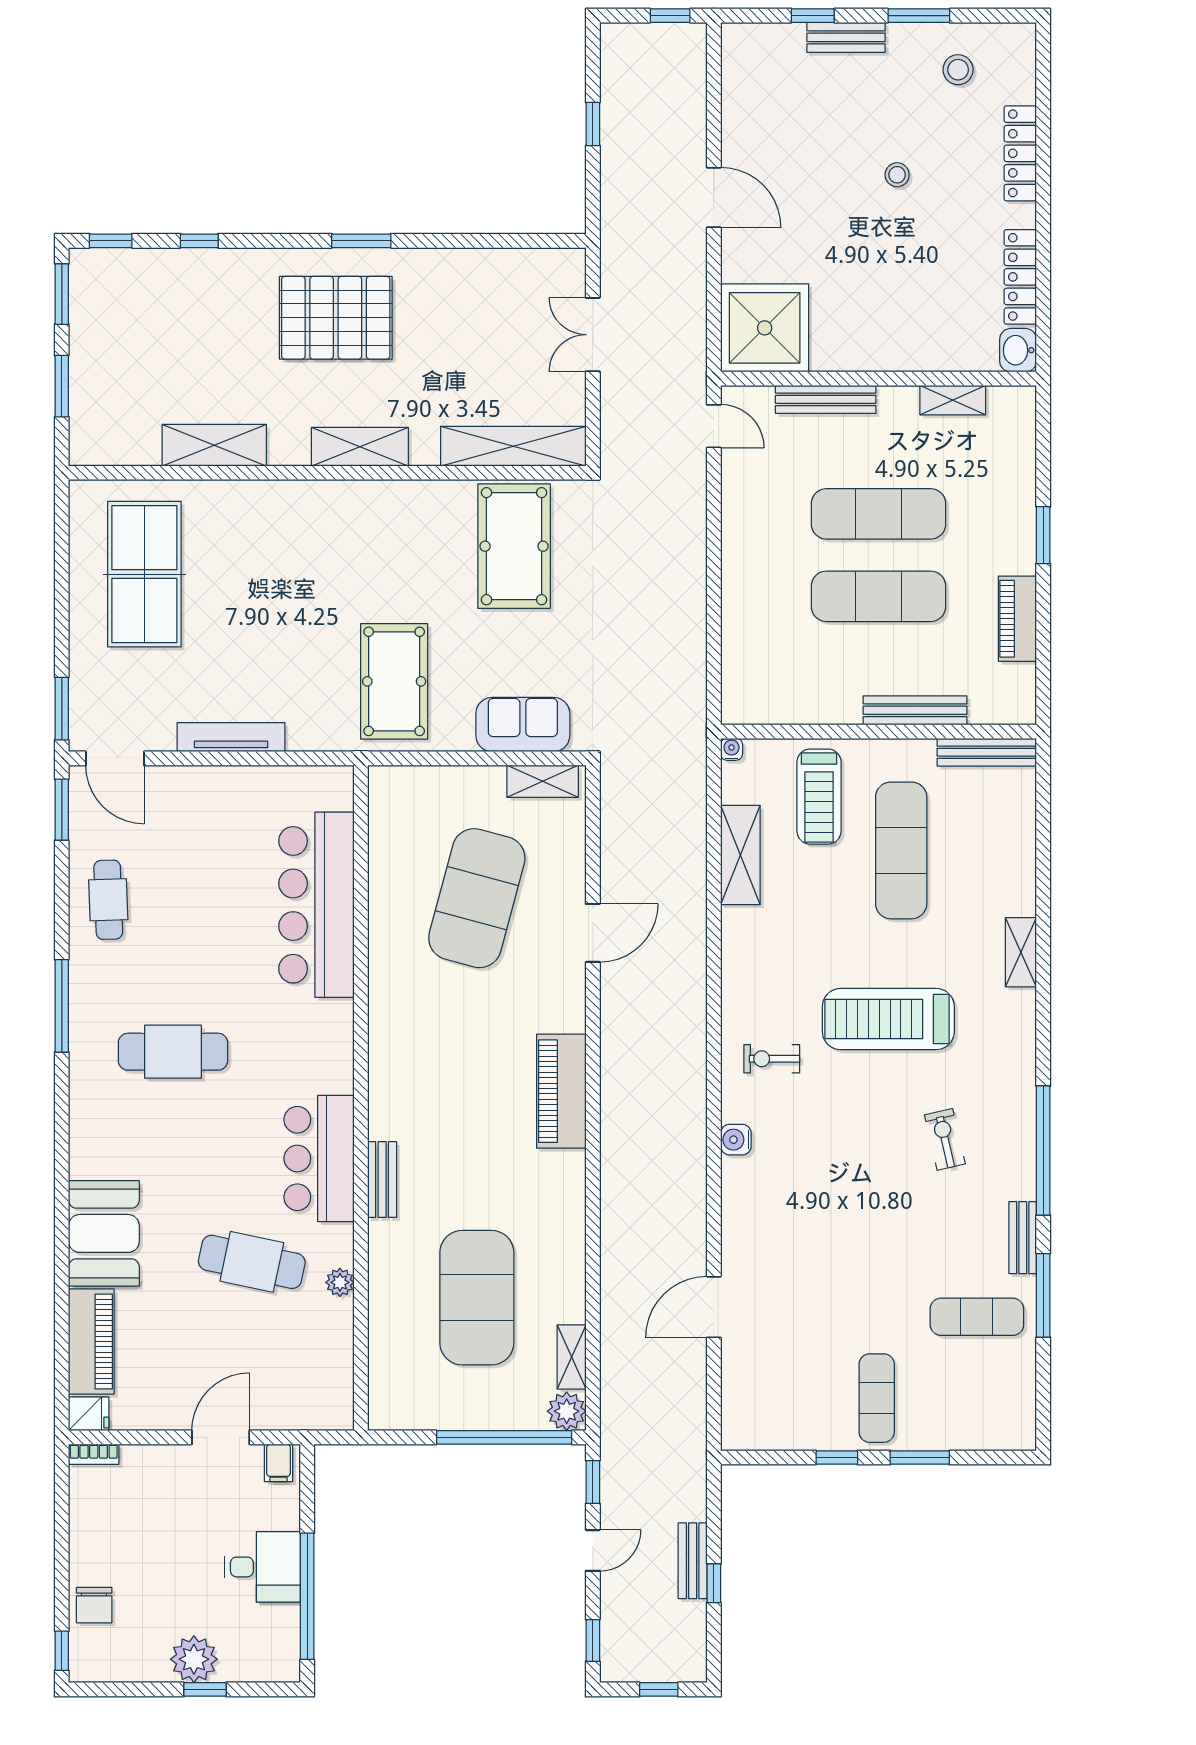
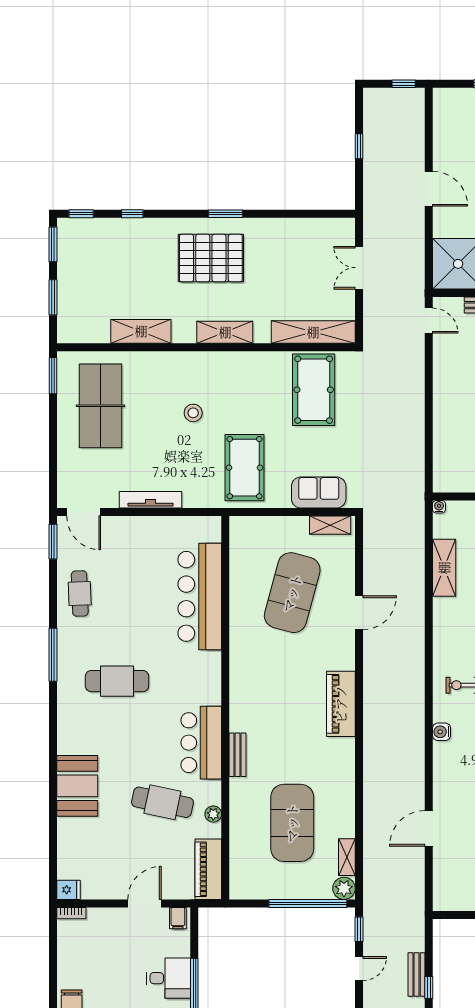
stool: (305, 586) -> (193, 413), added
window: (62, 709) -> (53, 376), moved
piano: (91, 1342) -> (208, 869), moved, turned 180

